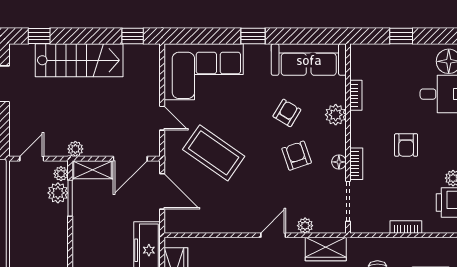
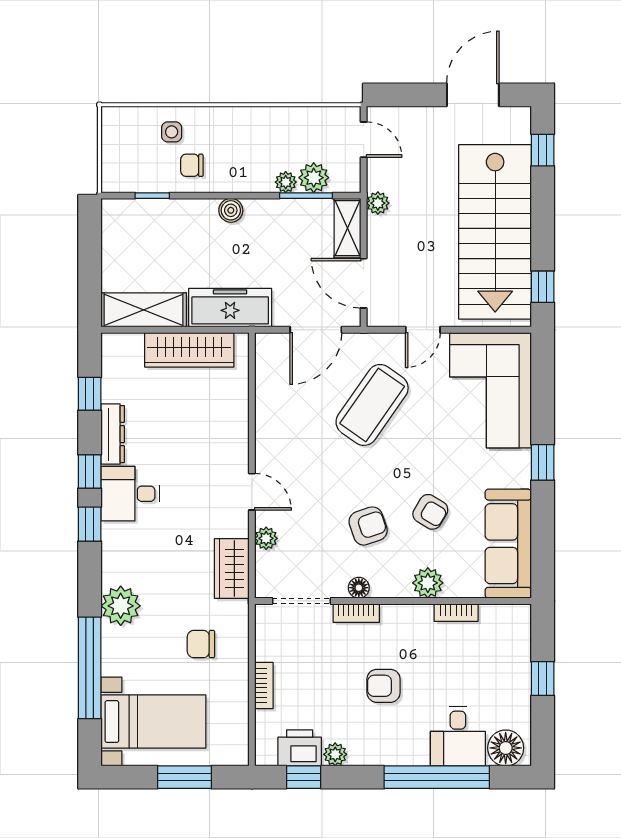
stairs: (79, 60) -> (495, 232), width x1.36, depth x1.51
plant: (61, 174) -> (286, 182), moved
boiler: (80, 250) -> (231, 210), added

